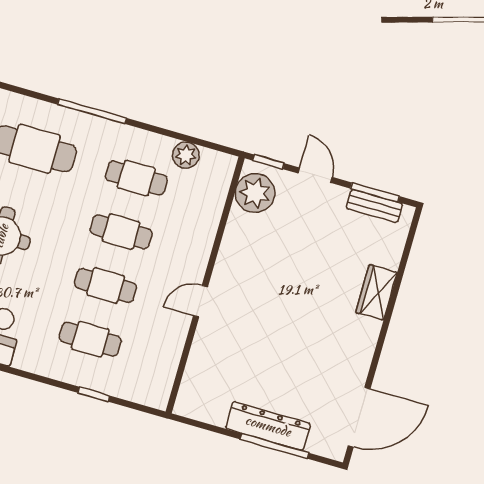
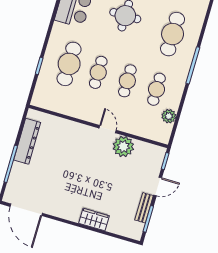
plant: (255, 193) -> (123, 147), moved
bench: (374, 206) -> (144, 208), moved
door: (200, 301) -> (108, 129), moved
cafe table: (90, 339) -> (69, 64), width x1.37, depth x1.35
dresser: (268, 426) -> (27, 141), moved

